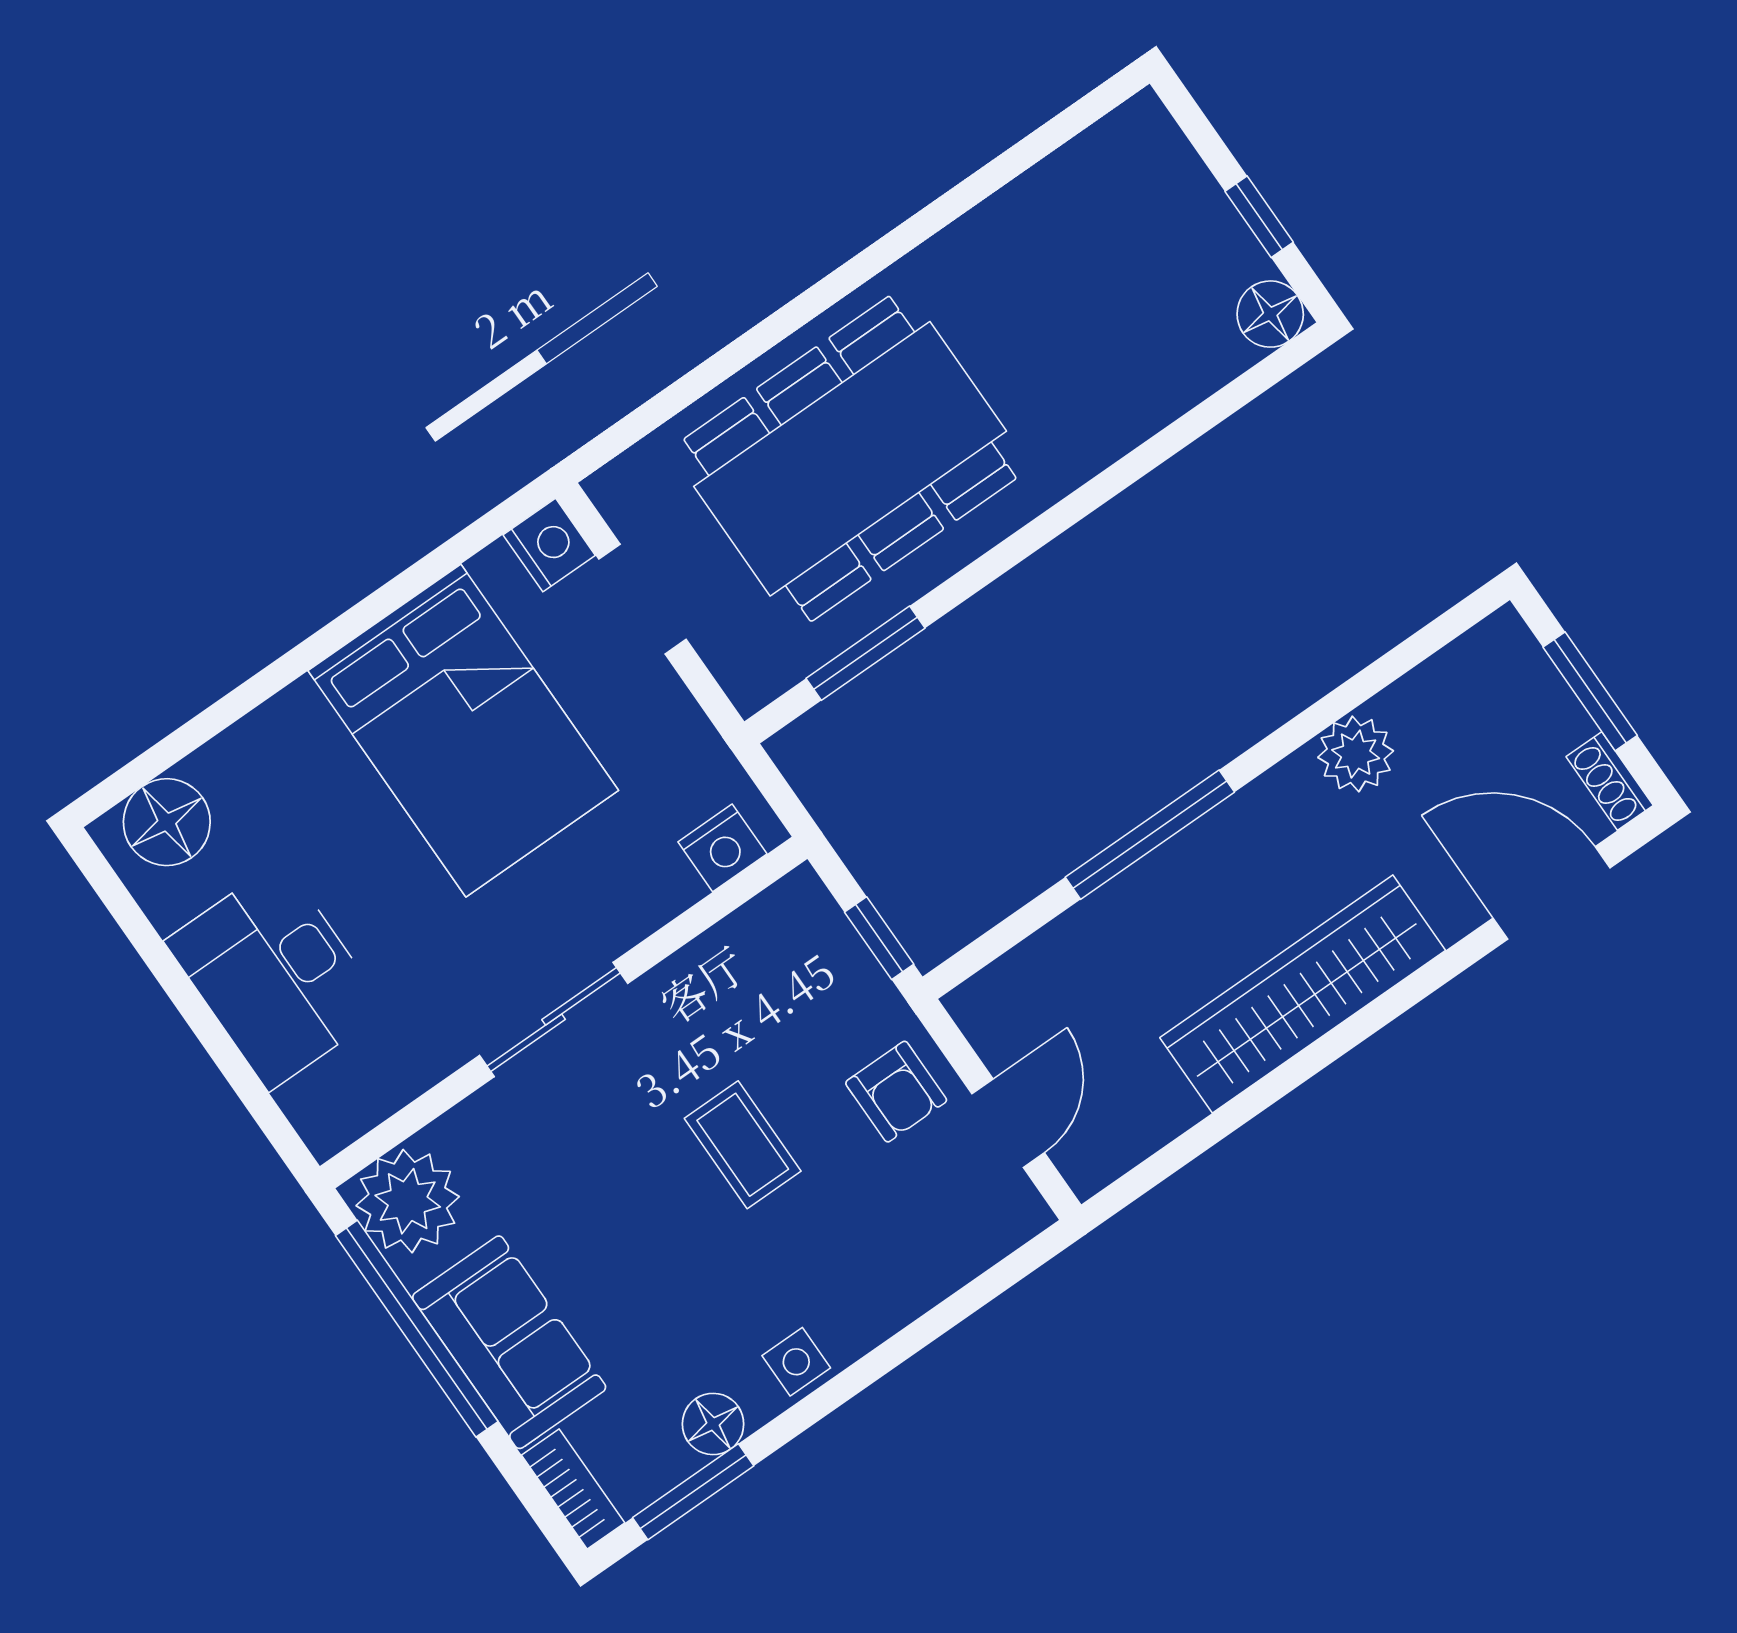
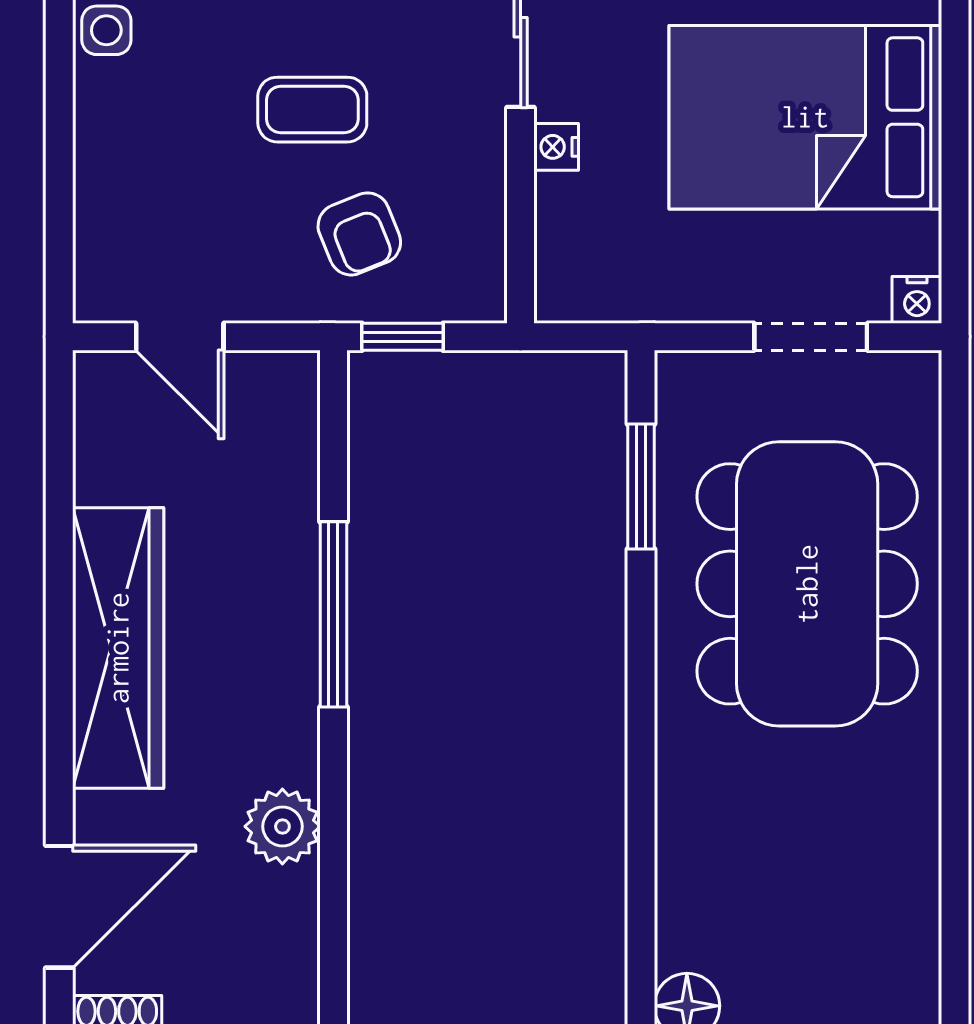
nightstand: (549, 545) -> (917, 300), width x0.72, depth x0.74
nightstand: (722, 848) -> (556, 147), moved, width x0.72, depth x0.74
armchair: (896, 1092) -> (359, 234), moved, turned -112

